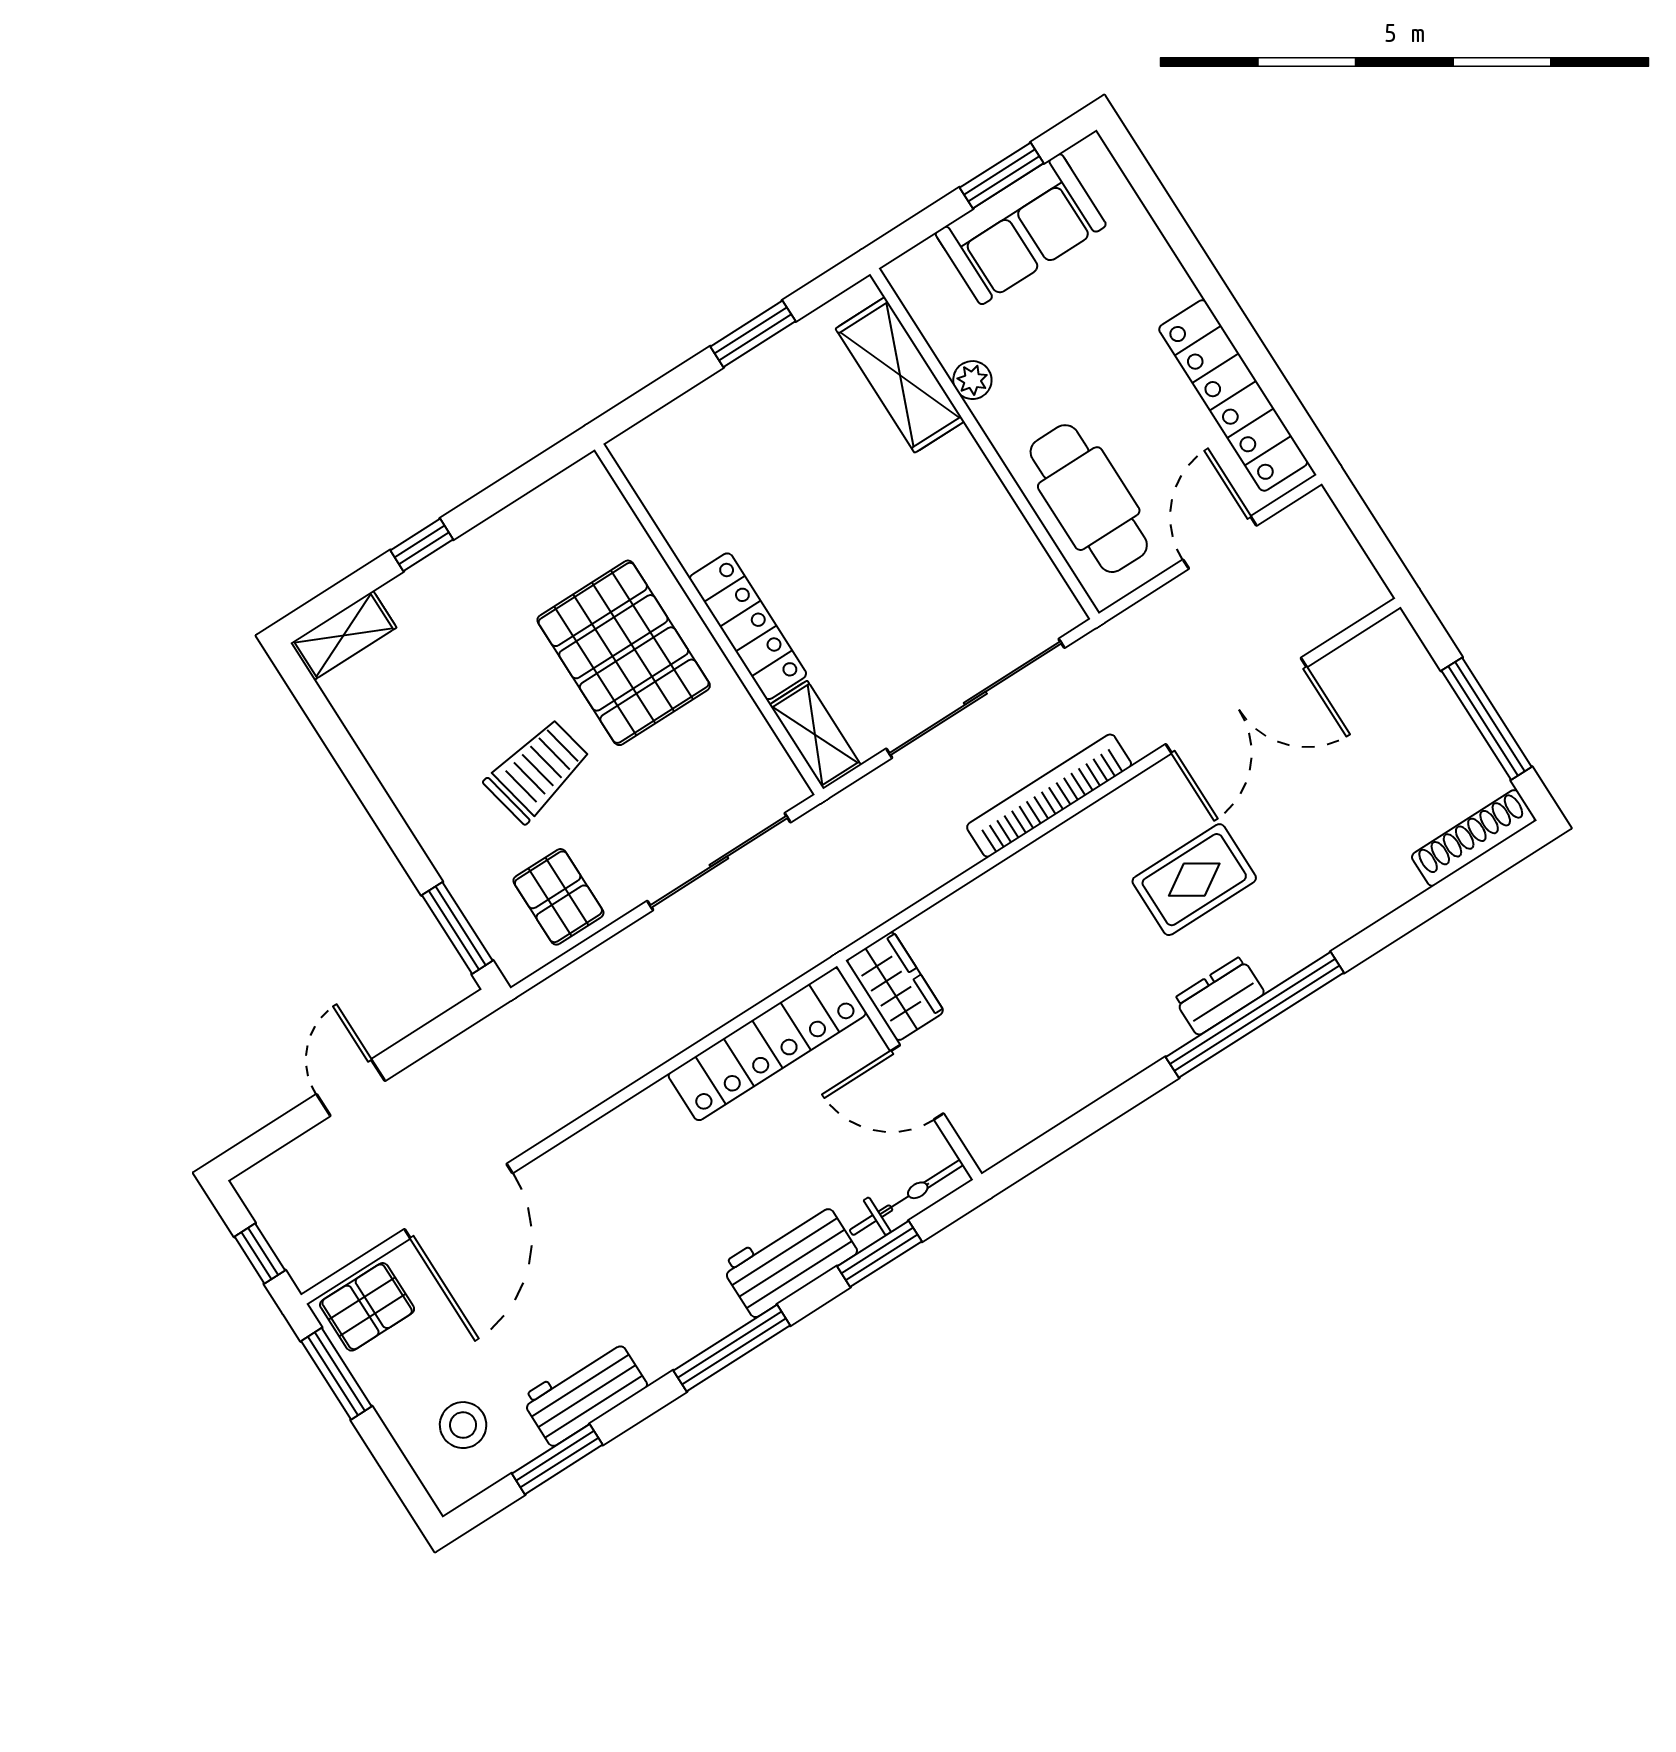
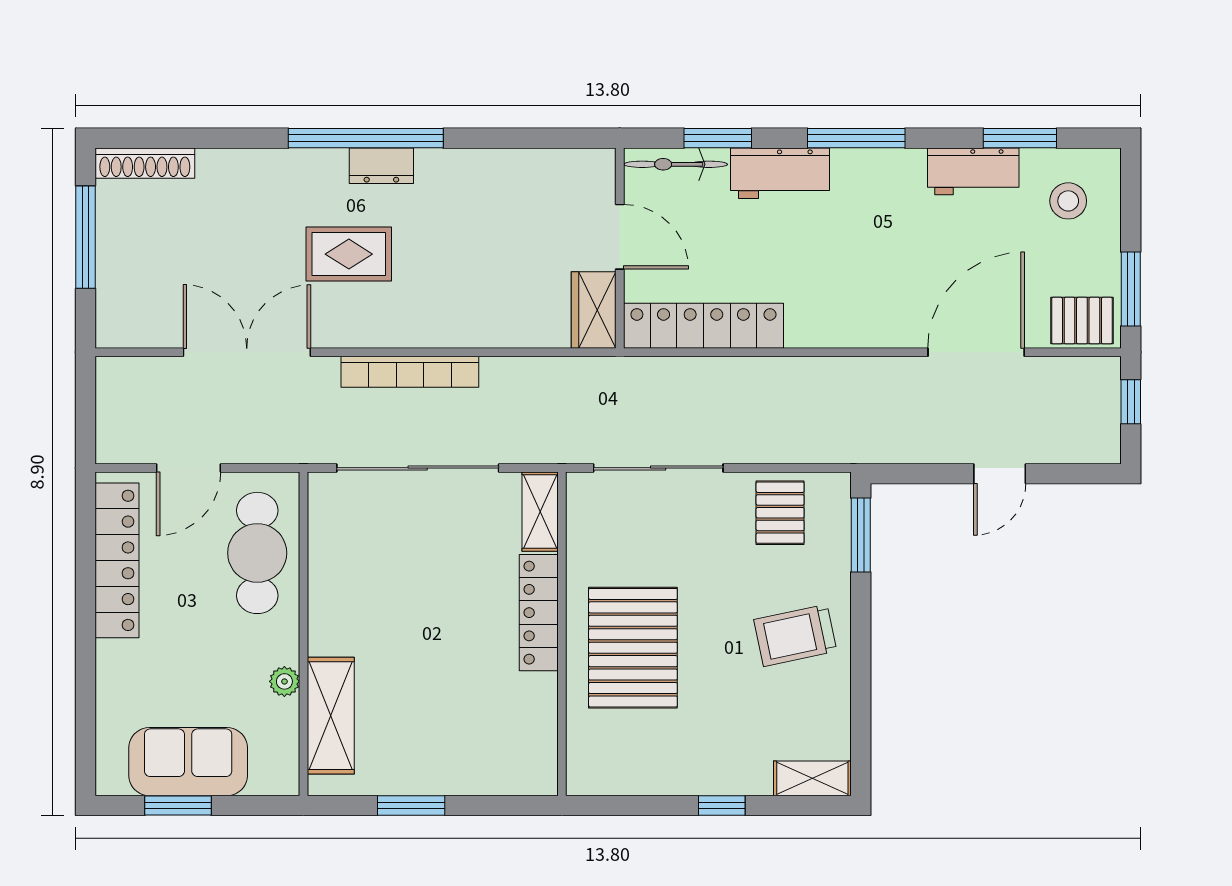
trolley: (537, 771) -> (795, 635), moved

